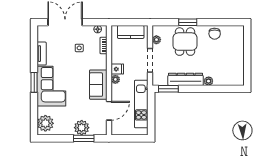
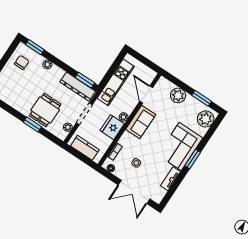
chair: (215, 34) -> (22, 62), moved
fridge: (117, 69) -> (112, 127), width x1.88, depth x1.34
dresser: (186, 79) -> (78, 87), moved
window: (229, 89) -> (35, 47), added
door: (109, 111) -> (146, 94), hinge flipped
window: (84, 138) -> (202, 98), moved

